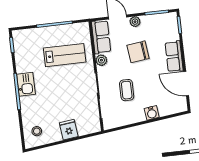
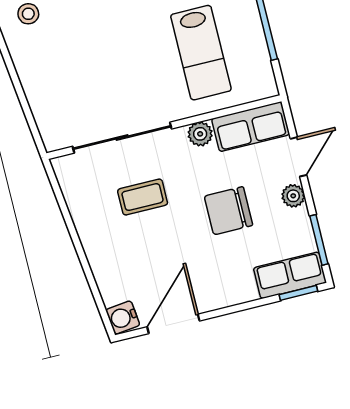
chair: (138, 52) -> (228, 211), turned -83
row of seats: (174, 56) -> (290, 275), moved
water cooler: (152, 113) -> (123, 317), moved
fridge: (69, 130) -> (41, 82), removed

